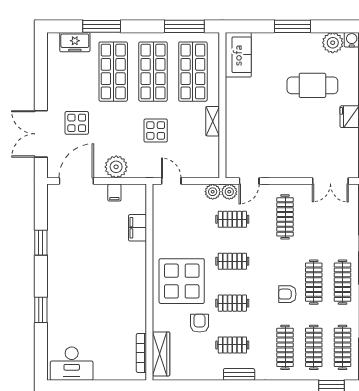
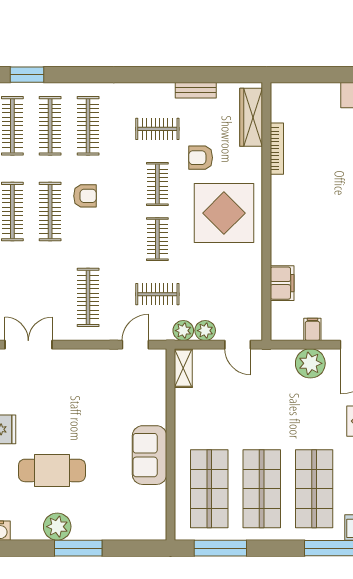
plant: (333, 43) -> (57, 527), moved
sofa: (238, 55) -> (150, 455), moved
shelving: (213, 121) -> (183, 368), moved
display table: (156, 130) -> (258, 411), removed
plant: (229, 192) -> (205, 331), moved
clothes rail: (232, 261) -> (157, 239), turned 90
clothes rail: (232, 303) -> (157, 184), turned 90
armchair: (199, 323) -> (201, 158), turned 90
bookcase: (141, 353) -> (277, 149), moved
bench: (239, 374) -> (196, 90), moved

